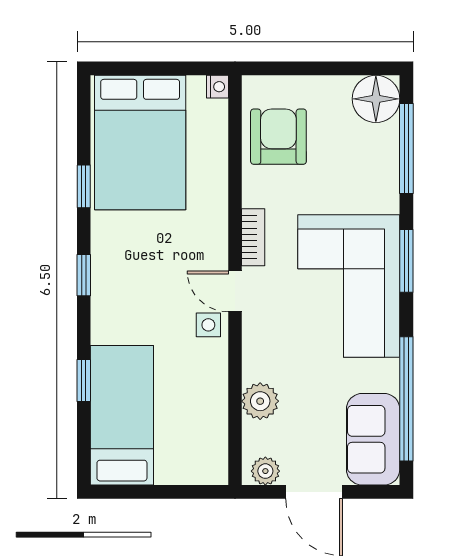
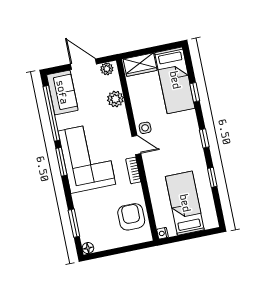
floor lamp: (376, 99) -> (88, 248), width x0.53, depth x0.53
armchair: (278, 137) -> (131, 217), turned 180
bed: (140, 143) -> (185, 203), width x0.67
window: (406, 148) -> (74, 223), width x0.69
window: (406, 261) -> (61, 162), moved
wardrobe: (191, 465) -> (140, 65), added

